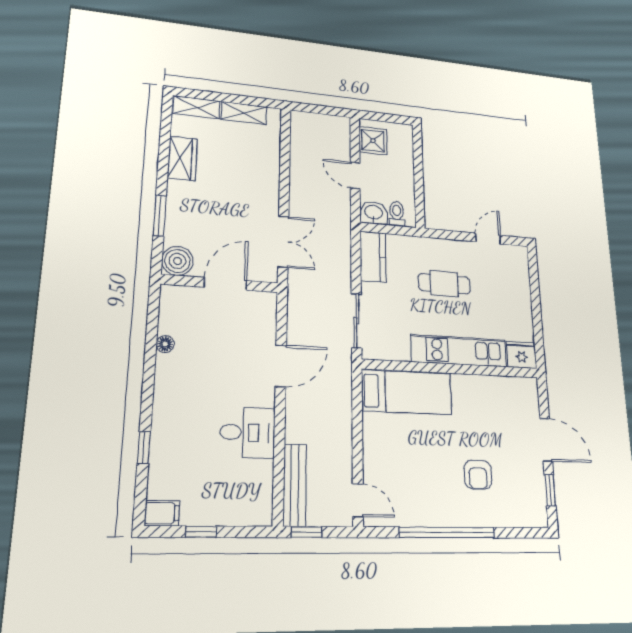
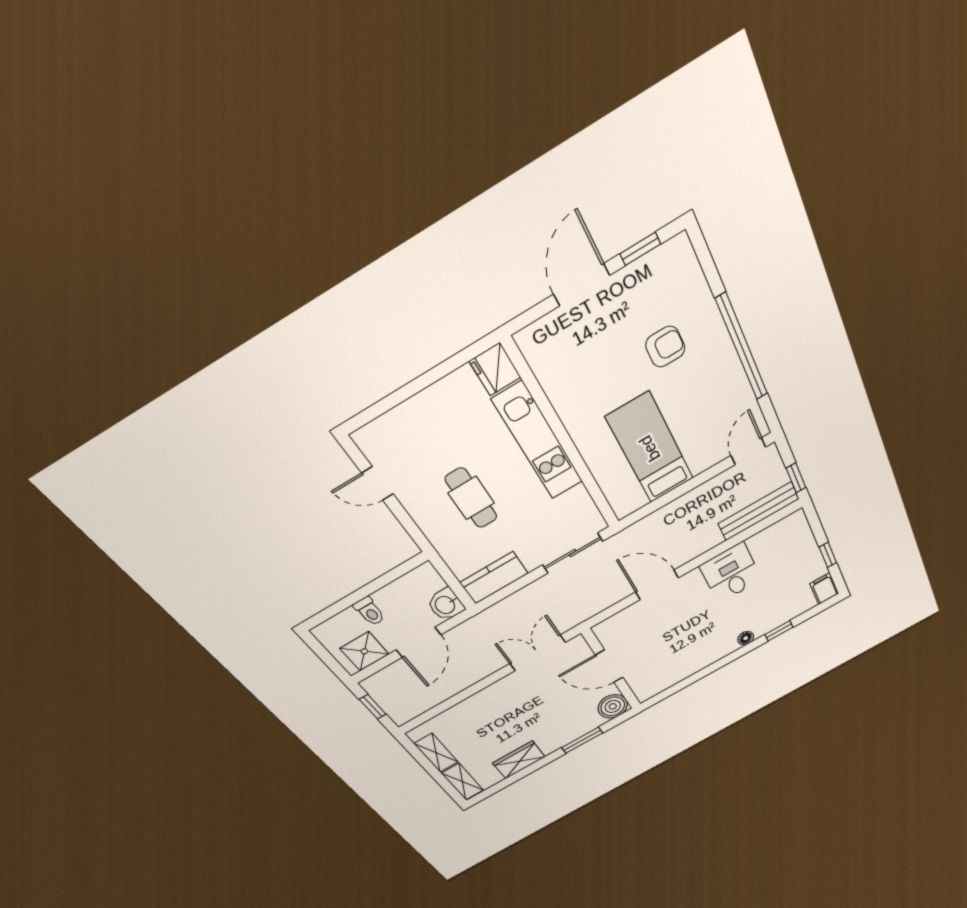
window: (323, 110) -> (373, 707), added
door: (355, 175) -> (419, 642), width x1.38
toilet: (397, 214) -> (369, 611), moved, turned -90
floor lamp: (165, 344) -> (746, 638), moved
bed: (407, 392) -> (650, 448), moved

